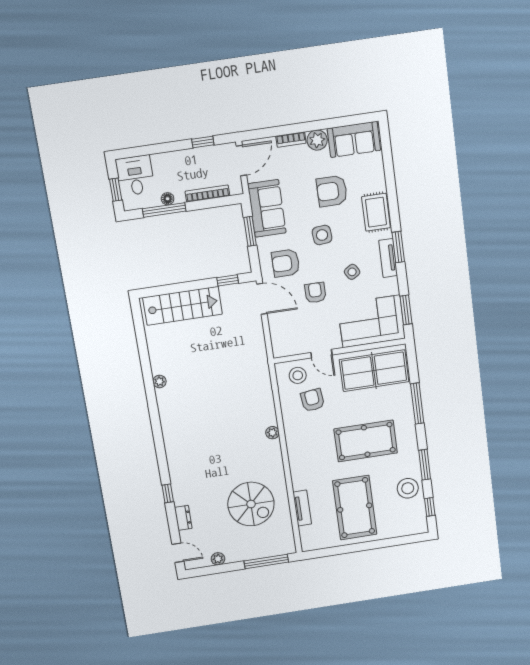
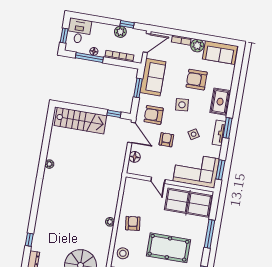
plant: (197, 157) -> (120, 32), added
floor lamp: (278, 332) -> (135, 157), added
stool: (298, 375) -> (123, 253), moved
armchair: (313, 400) -> (133, 223), moved

